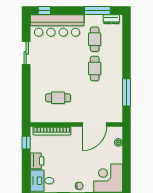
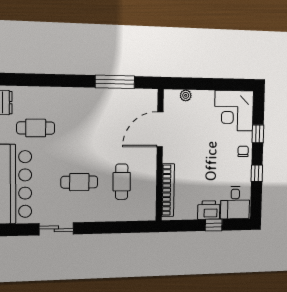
cafe table: (95, 68) -> (79, 182), moved
door: (94, 124) -> (160, 129), swing flipped
window: (26, 143) -> (214, 225), moved

